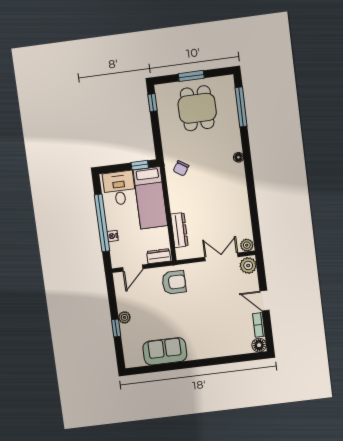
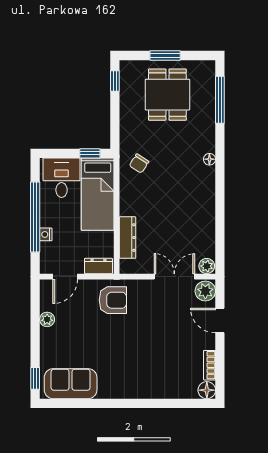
door: (265, 301) -> (220, 321), moved
plant: (124, 317) -> (47, 319), moved
window: (116, 328) -> (35, 378), moved
sofa: (165, 351) -> (71, 384), moved

